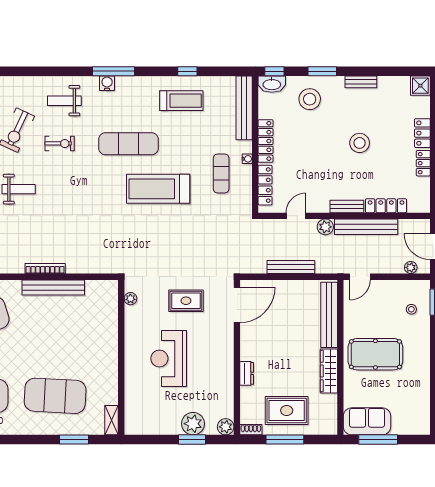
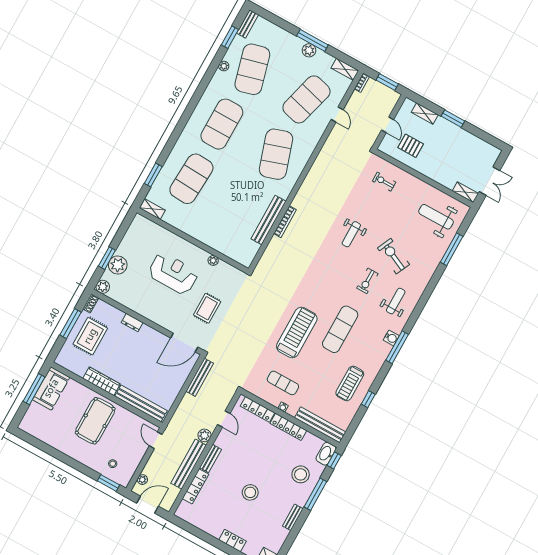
window: (322, 71) -> (315, 494), width x1.44
locker: (423, 163) -> (211, 529), removed
bench: (291, 267) -> (200, 377), moved
plant: (130, 299) -> (213, 260), moved
door: (237, 305) -> (184, 343), hinge flipped

